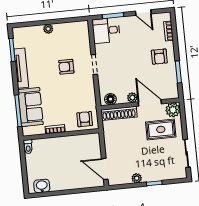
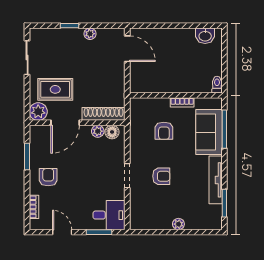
plant: (132, 98) -> (98, 131), moved
door: (150, 103) -> (65, 123), hinge flipped
armchair: (85, 119) -> (164, 131), moved

